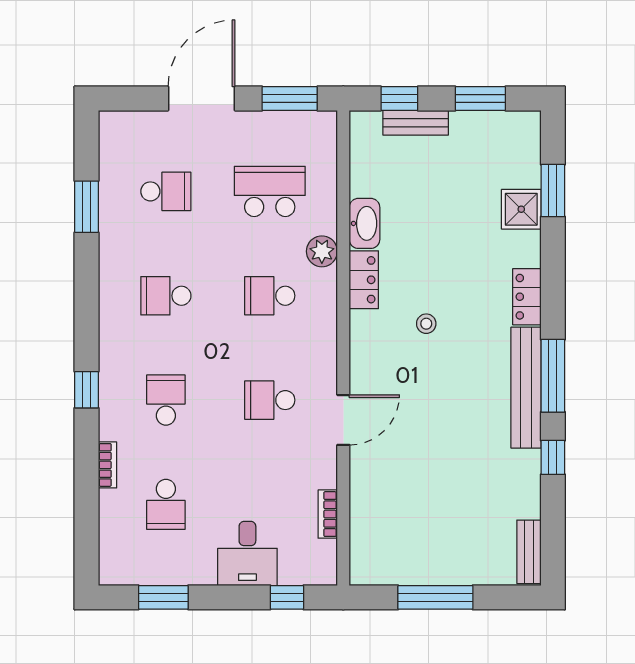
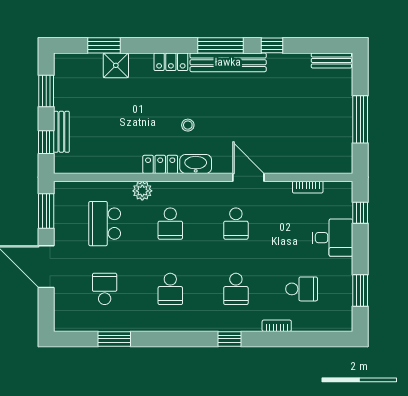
washbasin: (364, 223) -> (196, 164), moved
school desk: (166, 400) -> (236, 289), turned -90

